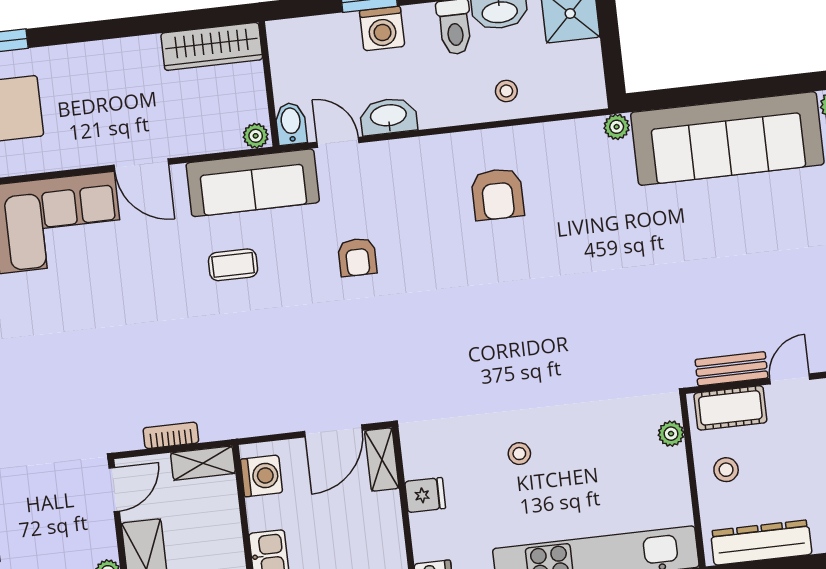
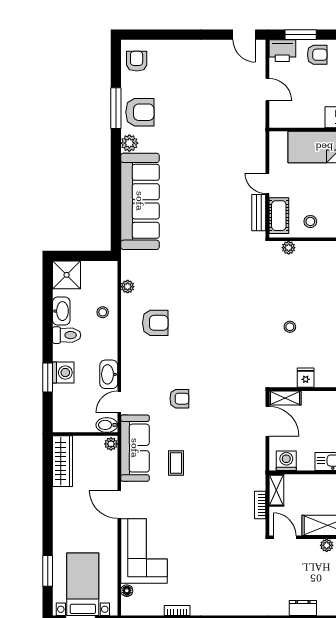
plant: (617, 127) -> (128, 287), moved
door: (141, 165) -> (119, 504), swing flipped

